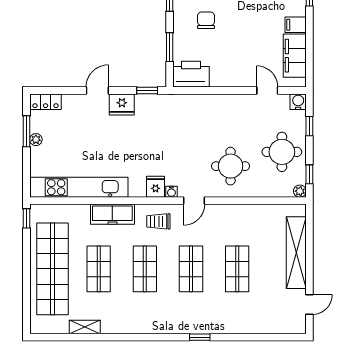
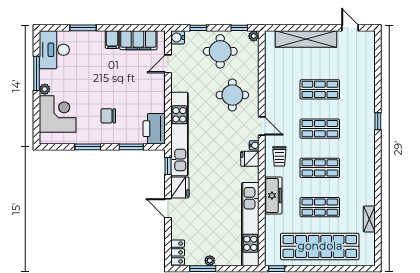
kitchen unit: (185, 104) -> (179, 134), added

